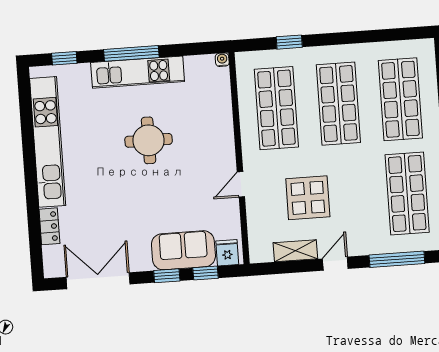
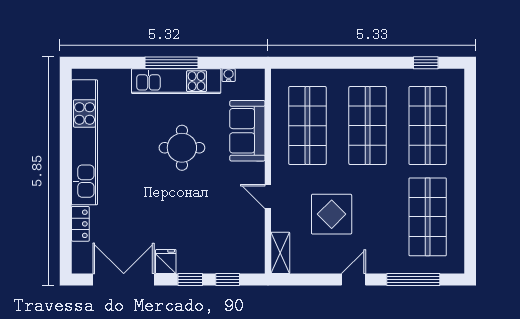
window: (289, 42) -> (426, 63), moved
window: (64, 58) -> (106, 63), removed
water cooler: (222, 60) -> (229, 75), moved
door: (241, 184) -> (268, 197), hinge flipped
sofa: (183, 250) -> (247, 131), moved, turned -90
shelving: (295, 251) -> (280, 253), moved, turned 90
fridge: (227, 253) -> (166, 262), moved

